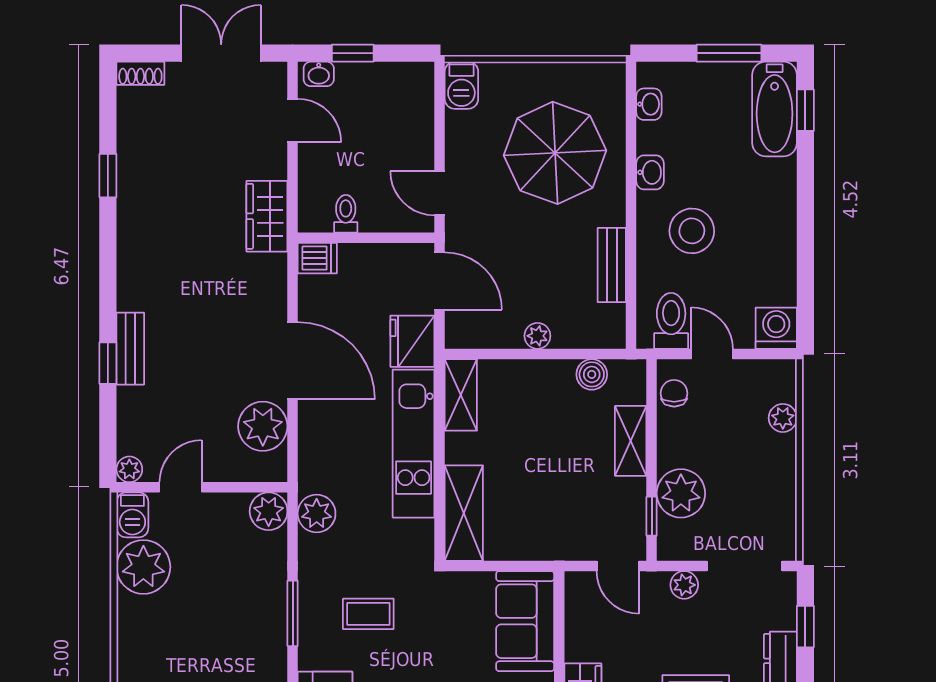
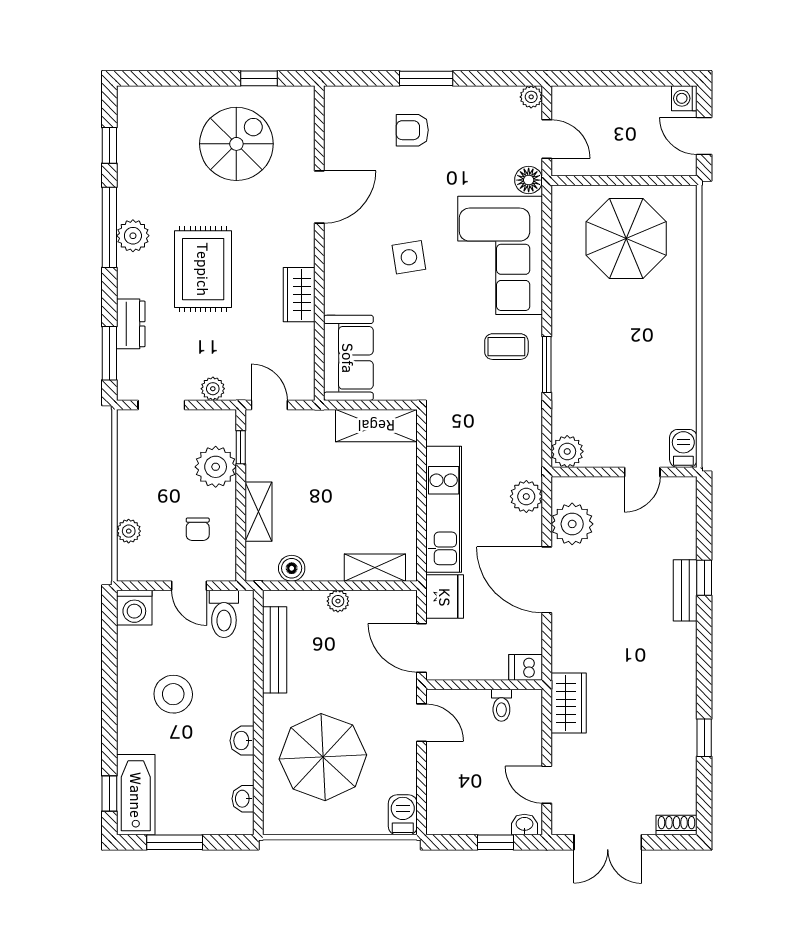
stool: (692, 231) -> (173, 694), moved
bench: (612, 265) -> (275, 650), width x1.36
chair: (674, 393) -> (198, 529), moved
shelving: (461, 395) -> (375, 568), moved, turned 90
plant: (129, 469) -> (686, 487), removed
shelving: (464, 513) -> (376, 426), moved, turned 90
plant: (317, 514) -> (526, 496), moved
doorway: (745, 566) -> (161, 405), width x0.73
plant: (143, 567) -> (674, 404), removed
coffee table: (368, 614) -> (506, 347), moved
window: (805, 627) -> (109, 353), width x1.50

